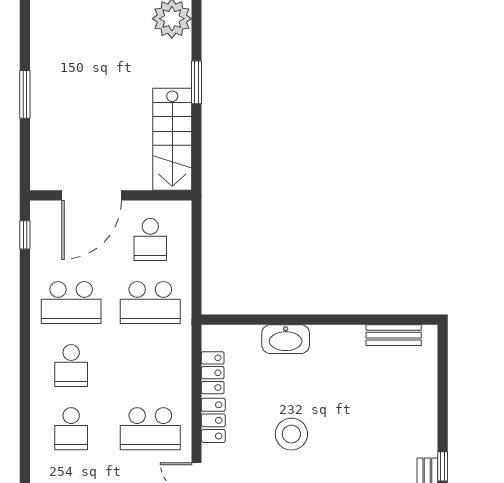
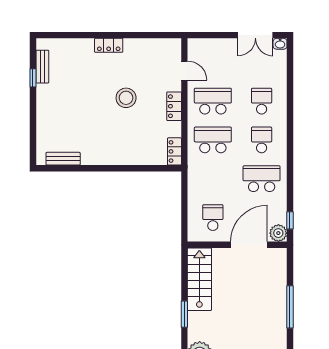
window: (25, 94) -> (290, 307), width x1.44
plant: (44, 214) -> (278, 233), added
school desk: (150, 303) -> (213, 140), moved
washbasin: (286, 339) -> (130, 156), removed
locker: (213, 373) -> (174, 151), moved

